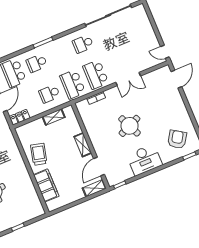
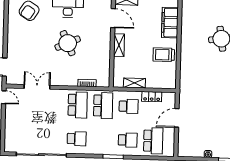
double door: (128, 79) -> (37, 87), moved
locker: (20, 117) -> (152, 97), moved
trolley: (39, 154) -> (164, 55), turned 76
door: (99, 167) -> (113, 18), hinge flipped

